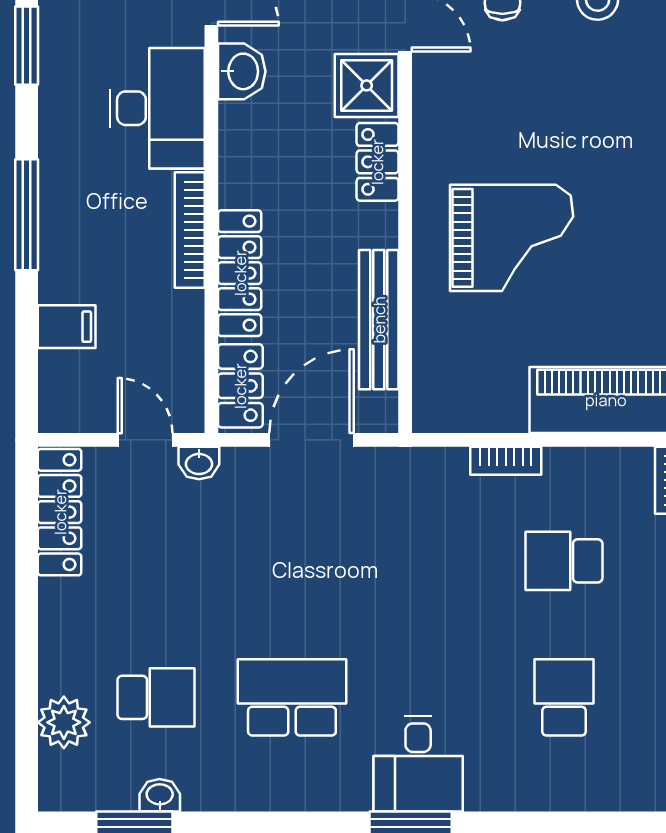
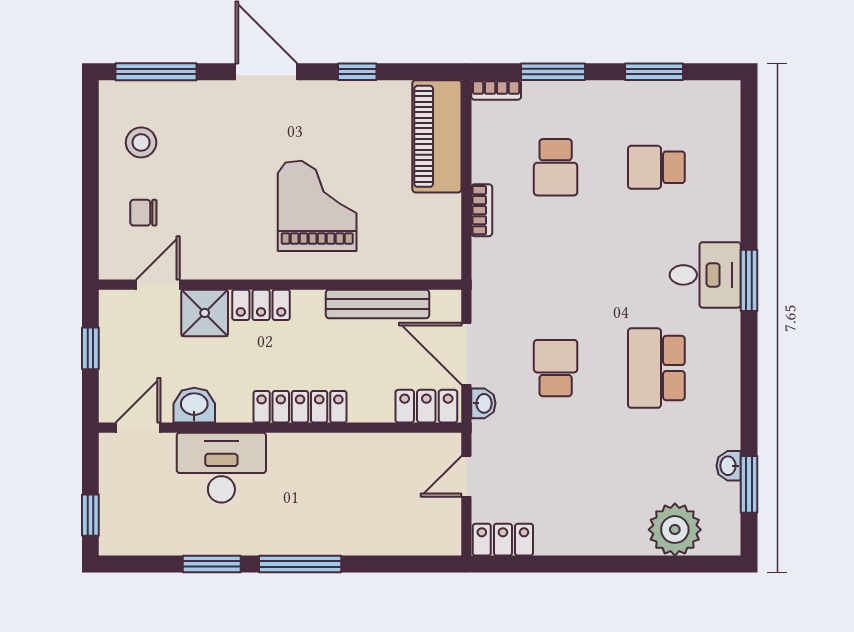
window: (27, 46) -> (212, 564), moved
bookcase: (190, 230) -> (311, 444), removed
locker: (240, 273) -> (300, 407), moved
filing cabinet: (67, 327) -> (383, 534), removed
washbasin: (199, 463) -> (483, 403), moved
locker: (60, 512) -> (503, 540), width x0.66
school desk: (156, 697) -> (556, 368), moved
plant: (64, 722) -> (675, 530), width x1.36, depth x1.36

